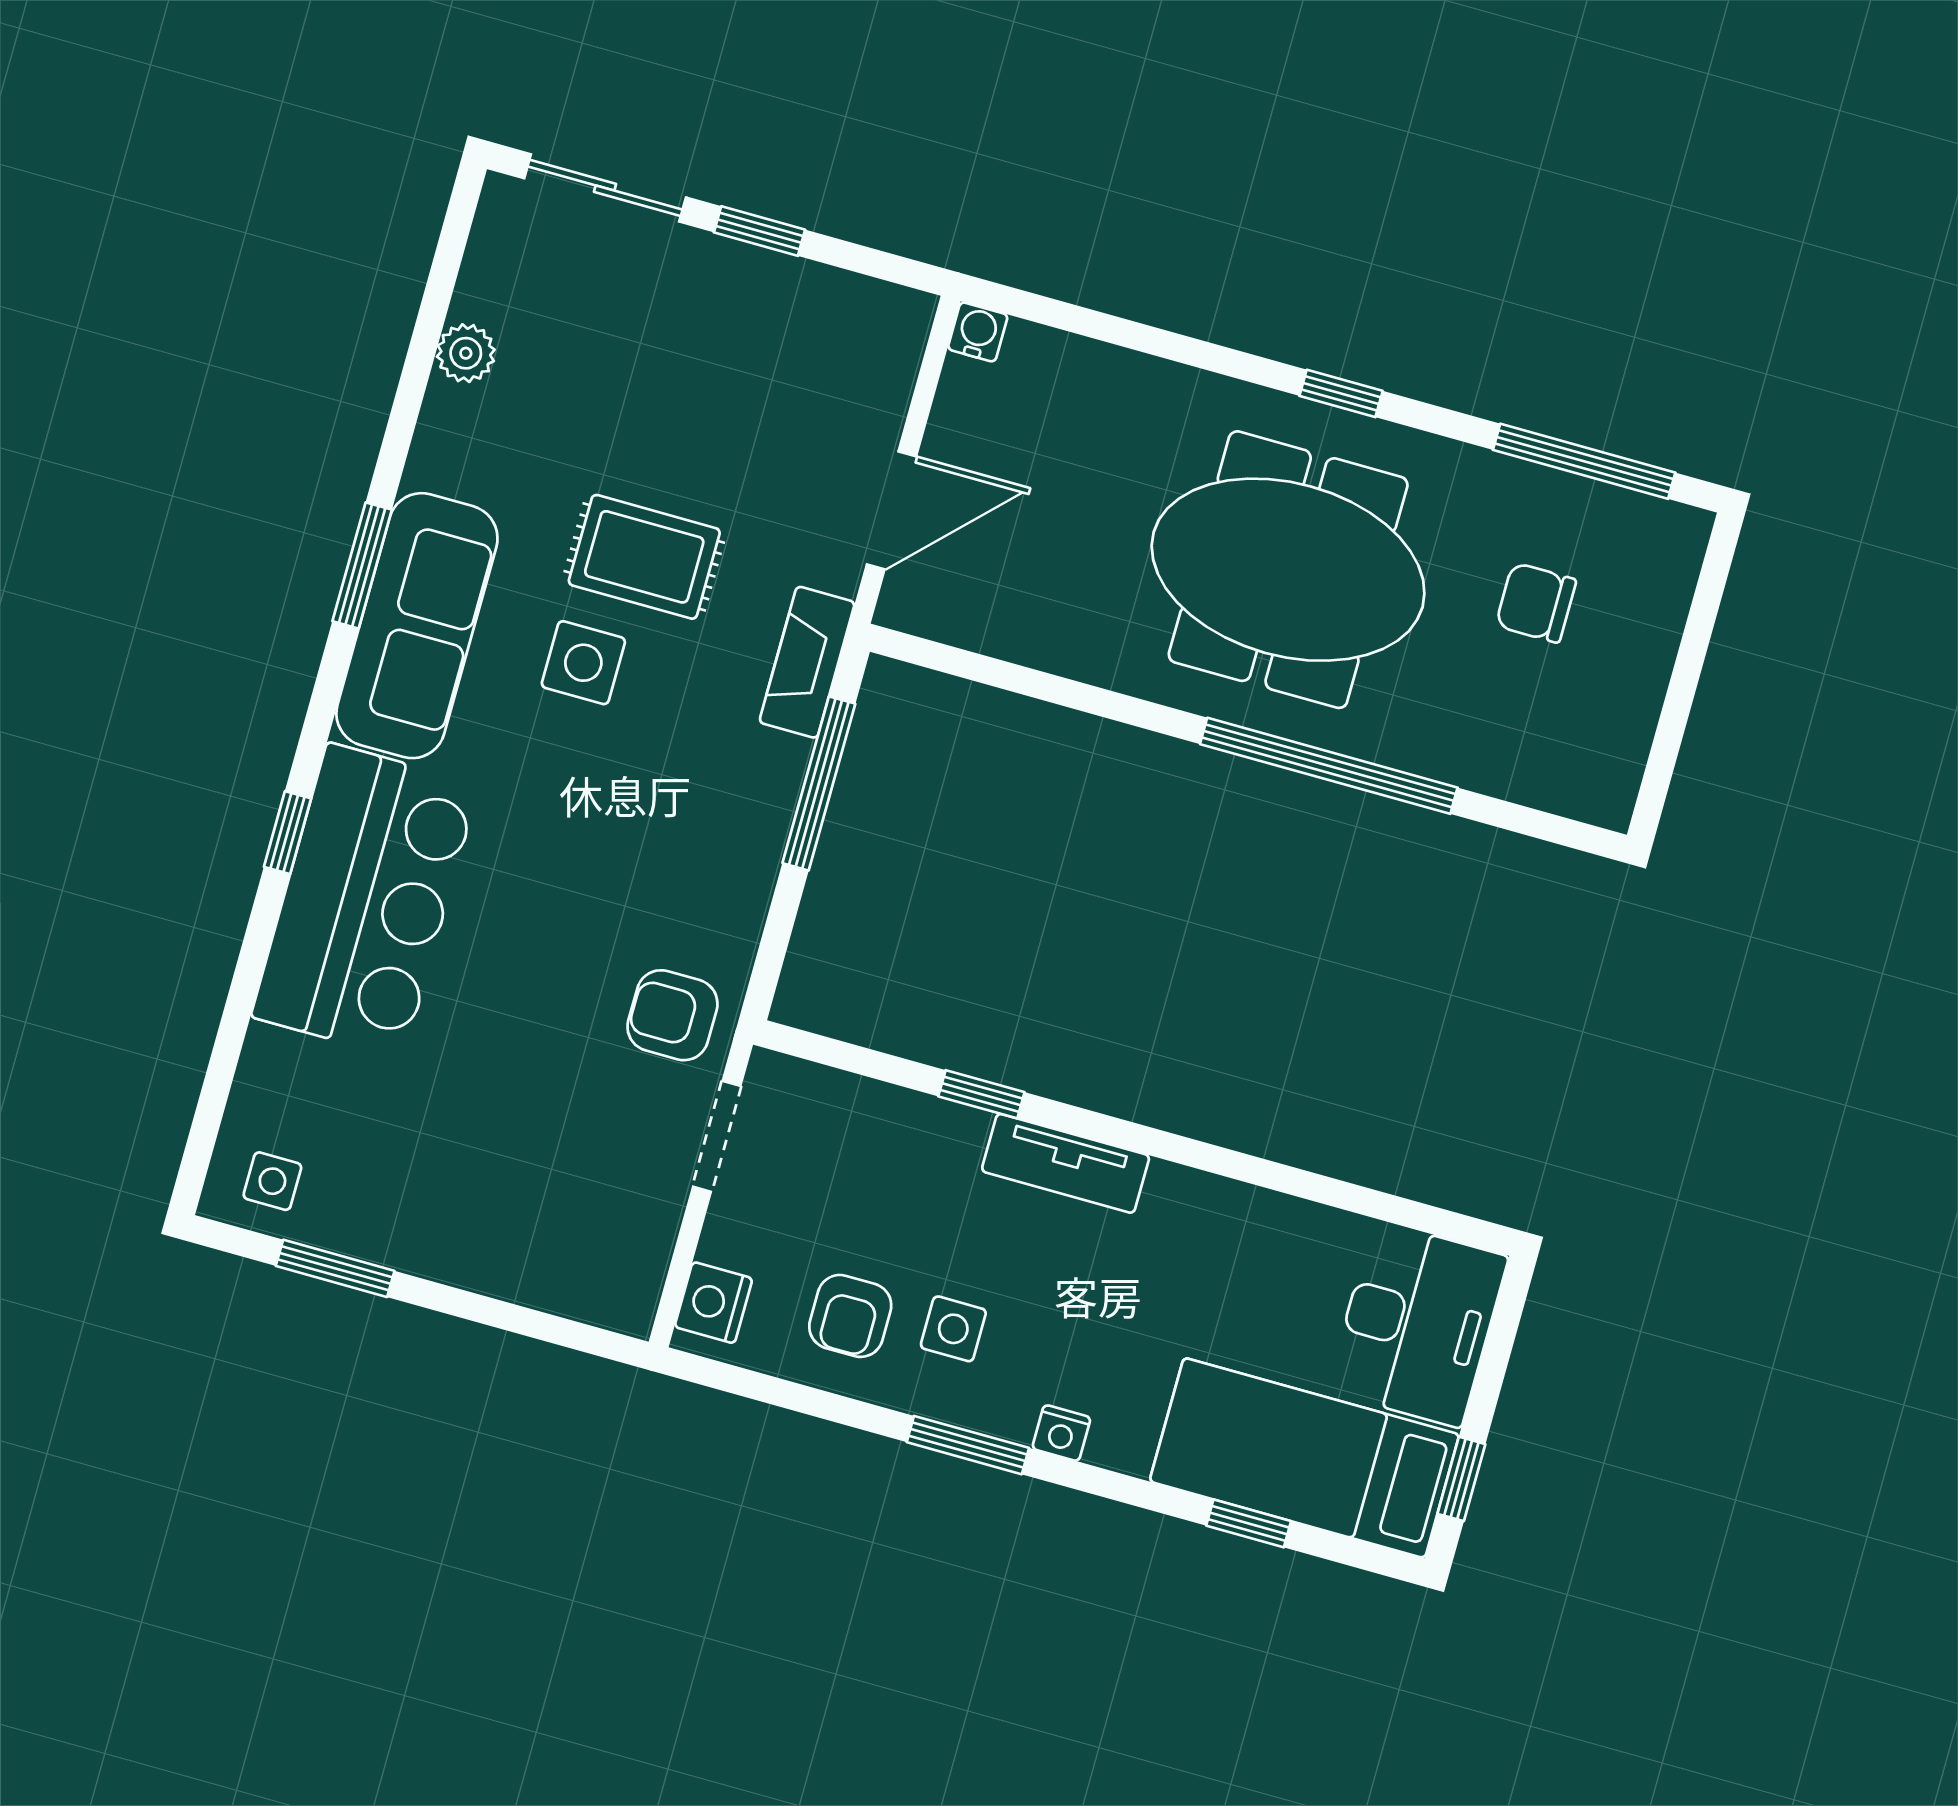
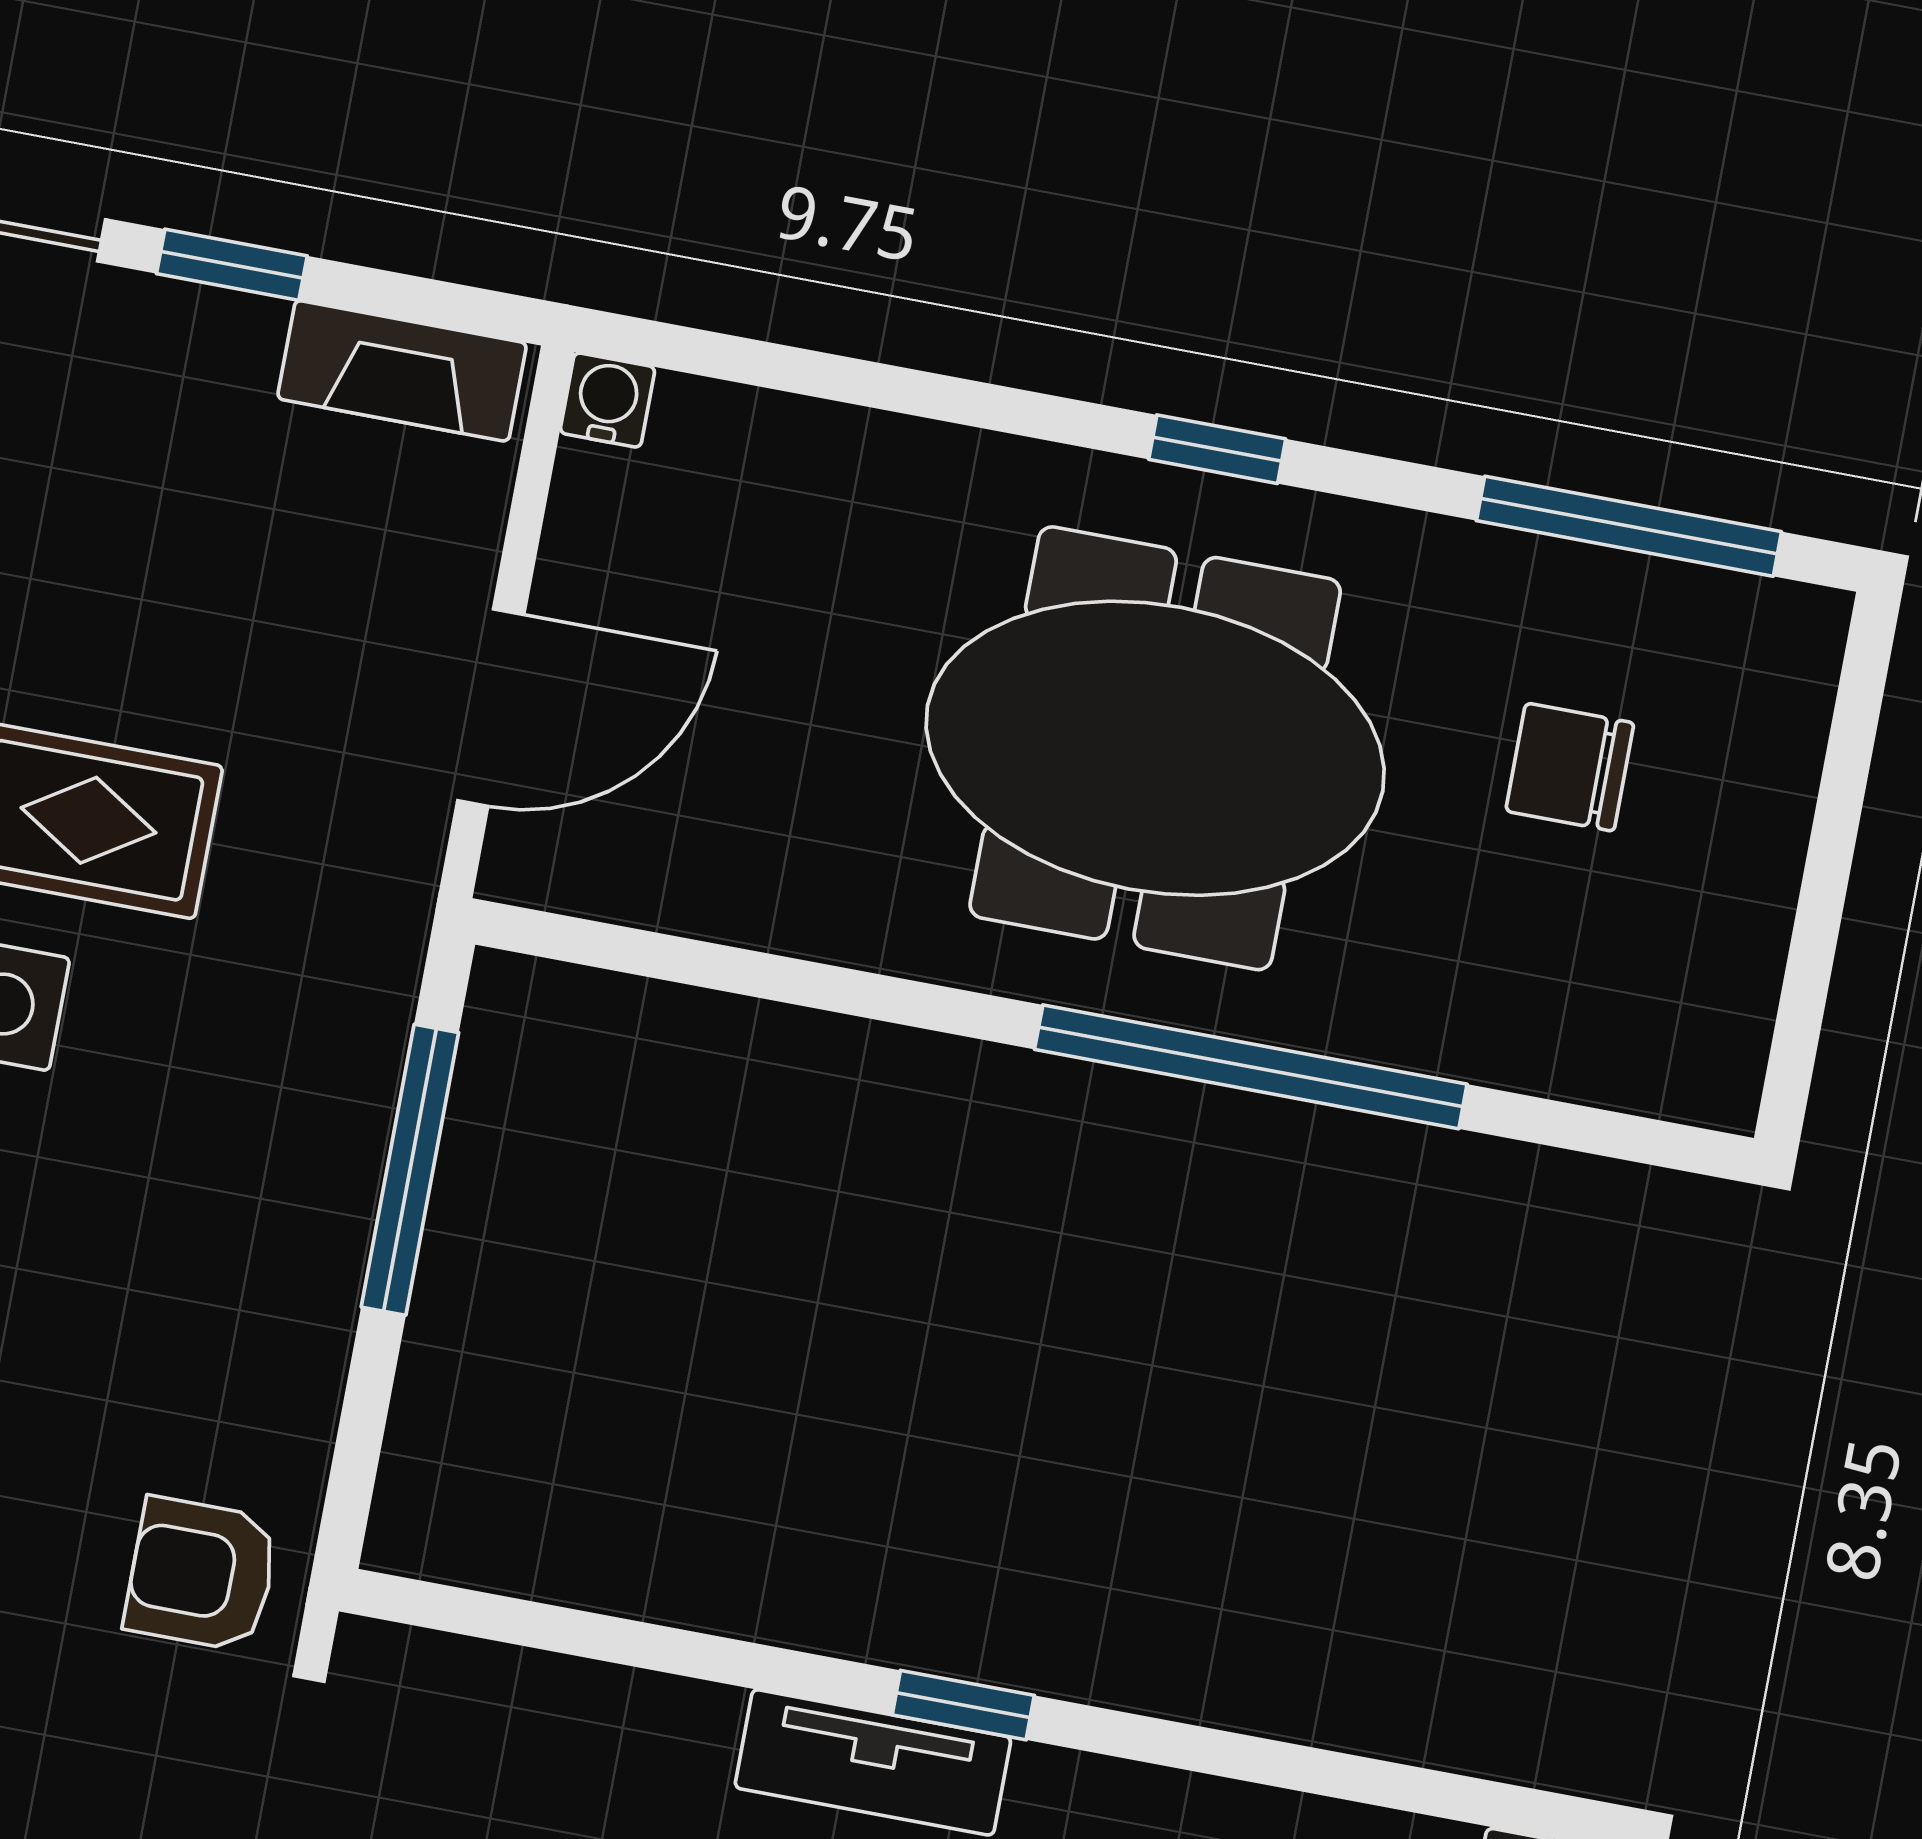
fireplace: (807, 662) -> (402, 371), moved, turned -90
window: (981, 1094) -> (963, 1705), moved

